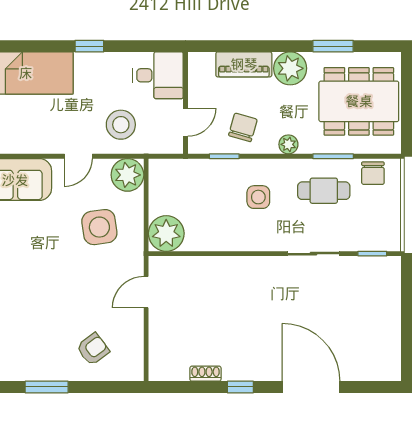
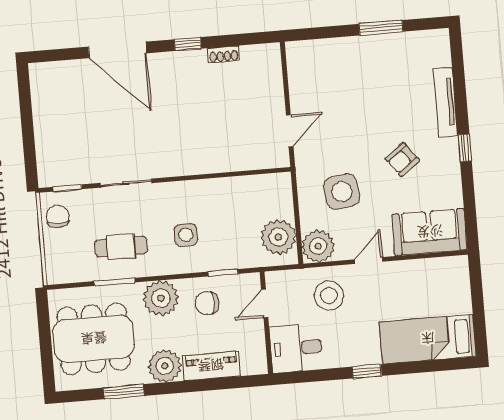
chair: (243, 127) -> (207, 303), turned 74
plant: (288, 144) -> (161, 298), width x1.88, depth x1.88
chair: (373, 173) -> (58, 216), moved
plant: (166, 233) -> (278, 237), moved
armchair: (93, 349) -> (402, 160), moved

